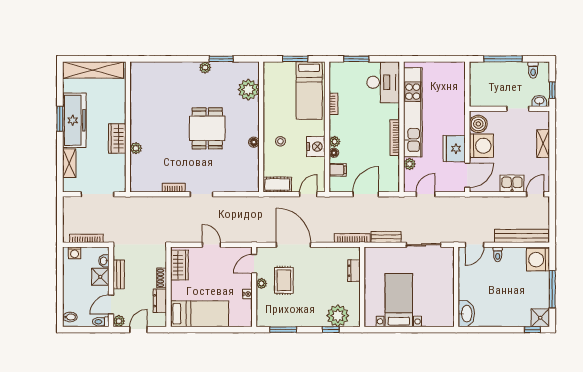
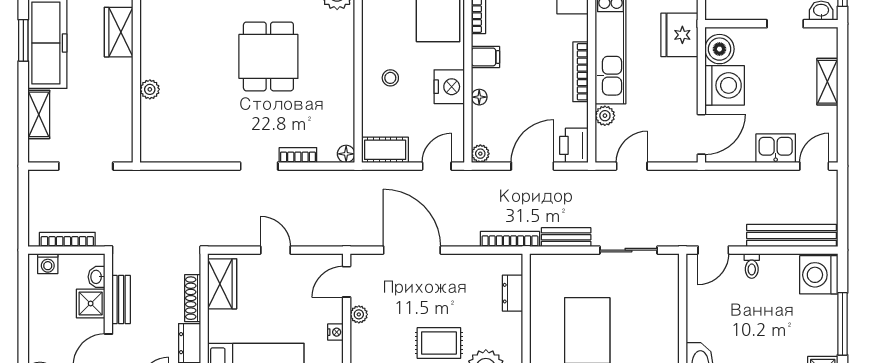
wardrobe: (117, 138) -> (119, 32), moved
floor lamp: (254, 142) -> (346, 154), moved
plant: (335, 142) -> (480, 154), moved
fridge: (454, 149) -> (679, 35), moved
filing cabinet: (338, 170) -> (486, 57), moved
printer: (391, 182) -> (574, 145), added
bookcase: (174, 188) -> (298, 155), moved
shoe rack: (162, 278) -> (193, 298), width x1.43
rug: (284, 280) -> (439, 343), moved, turned 90

